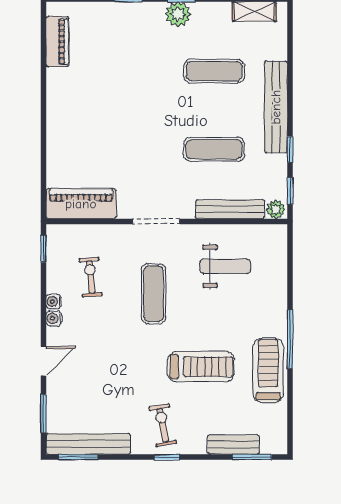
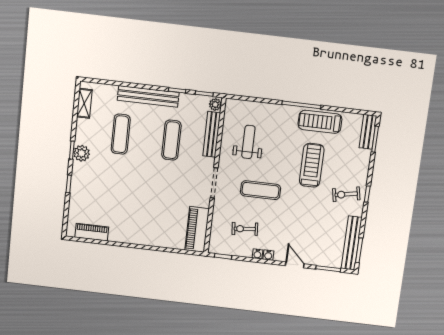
bench: (233, 445) -> (368, 132), moved

